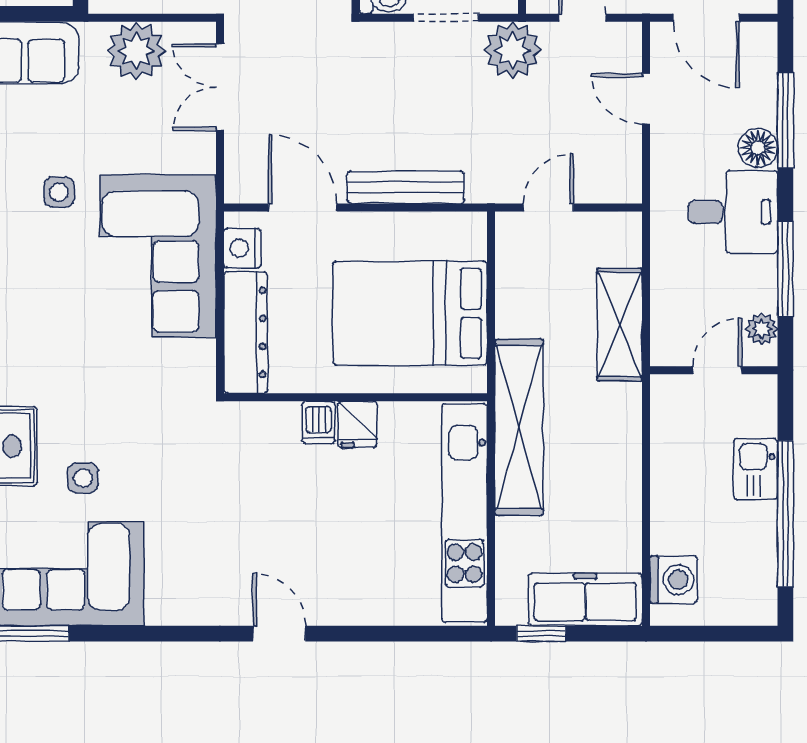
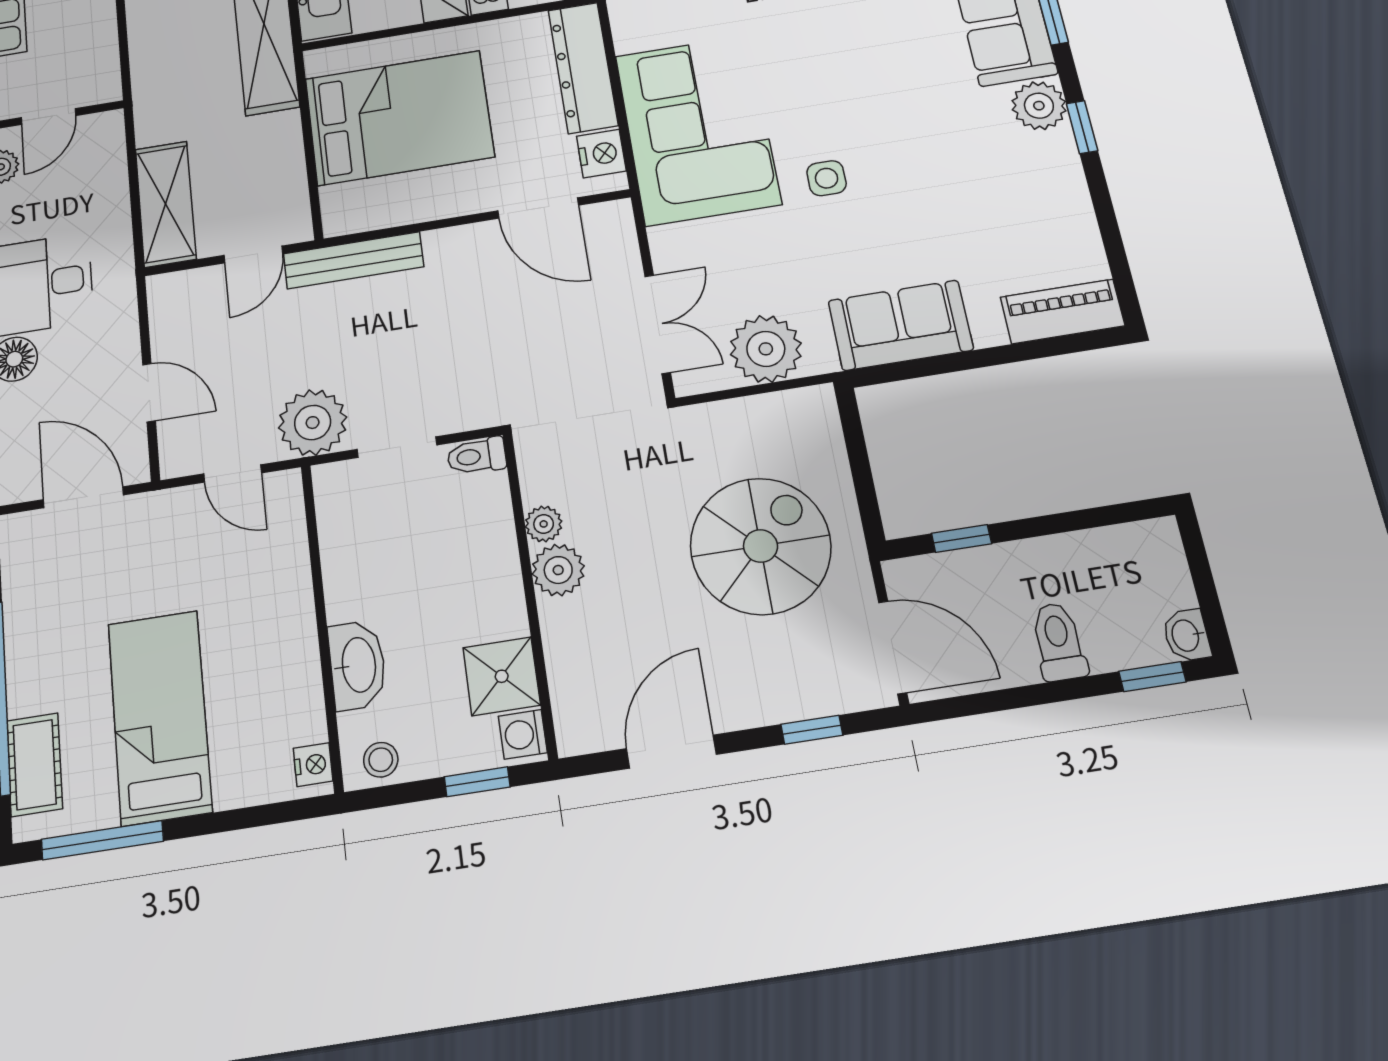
bench: (406, 187) -> (353, 260), moved
shelving: (620, 325) -> (166, 204), moved

